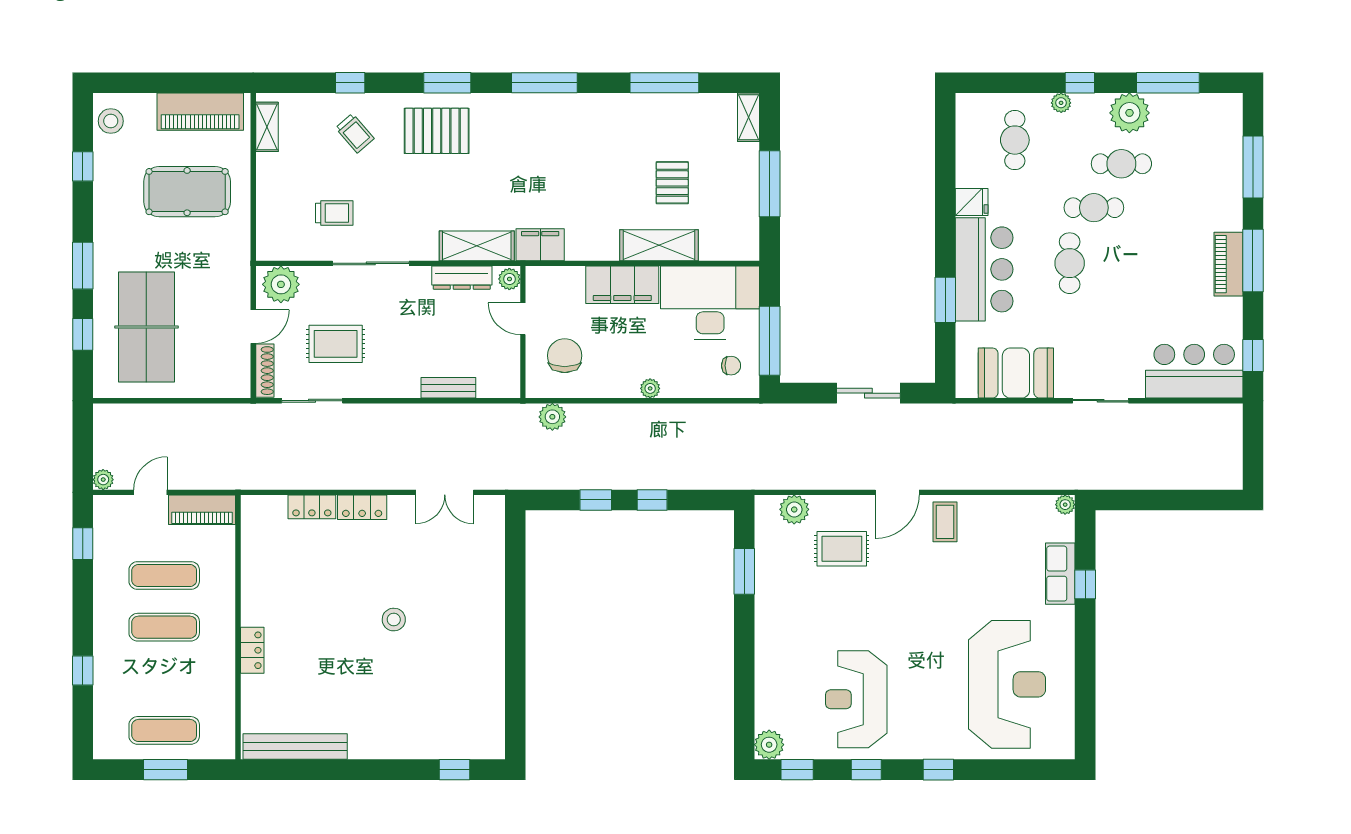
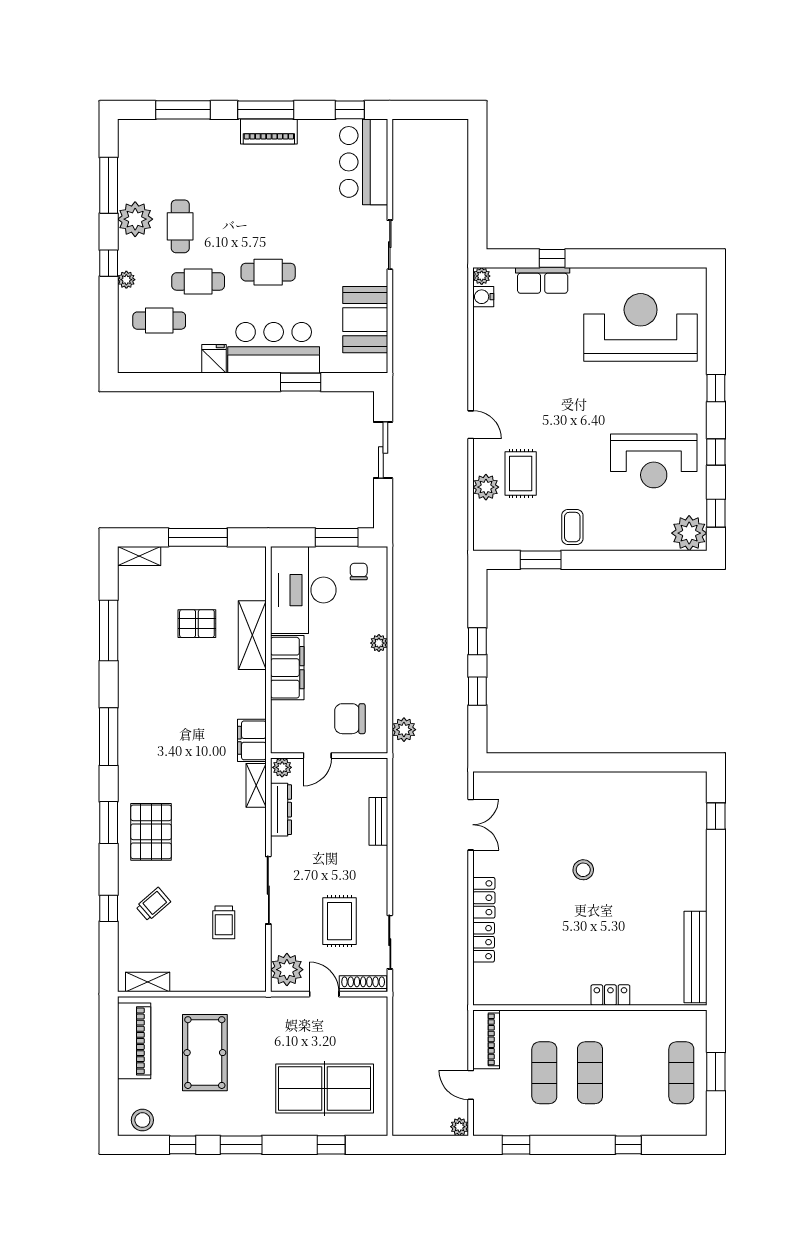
cafe table: (1094, 208) -> (198, 281), moved, turned 90
trolley: (334, 213) -> (224, 922), turned 180
shelving: (477, 246) -> (256, 785), width x0.67, depth x0.75
window: (83, 266) -> (241, 1145), moved
window: (770, 341) -> (337, 537), width x0.69
door: (897, 492) -> (471, 425), width x0.73
water cooler: (1042, 506) -> (483, 297), added
plant: (794, 509) -> (486, 487), moved
coffee table: (945, 522) -> (572, 527), moved, turned 90
plant: (769, 745) -> (689, 533), width x1.36, depth x1.36

